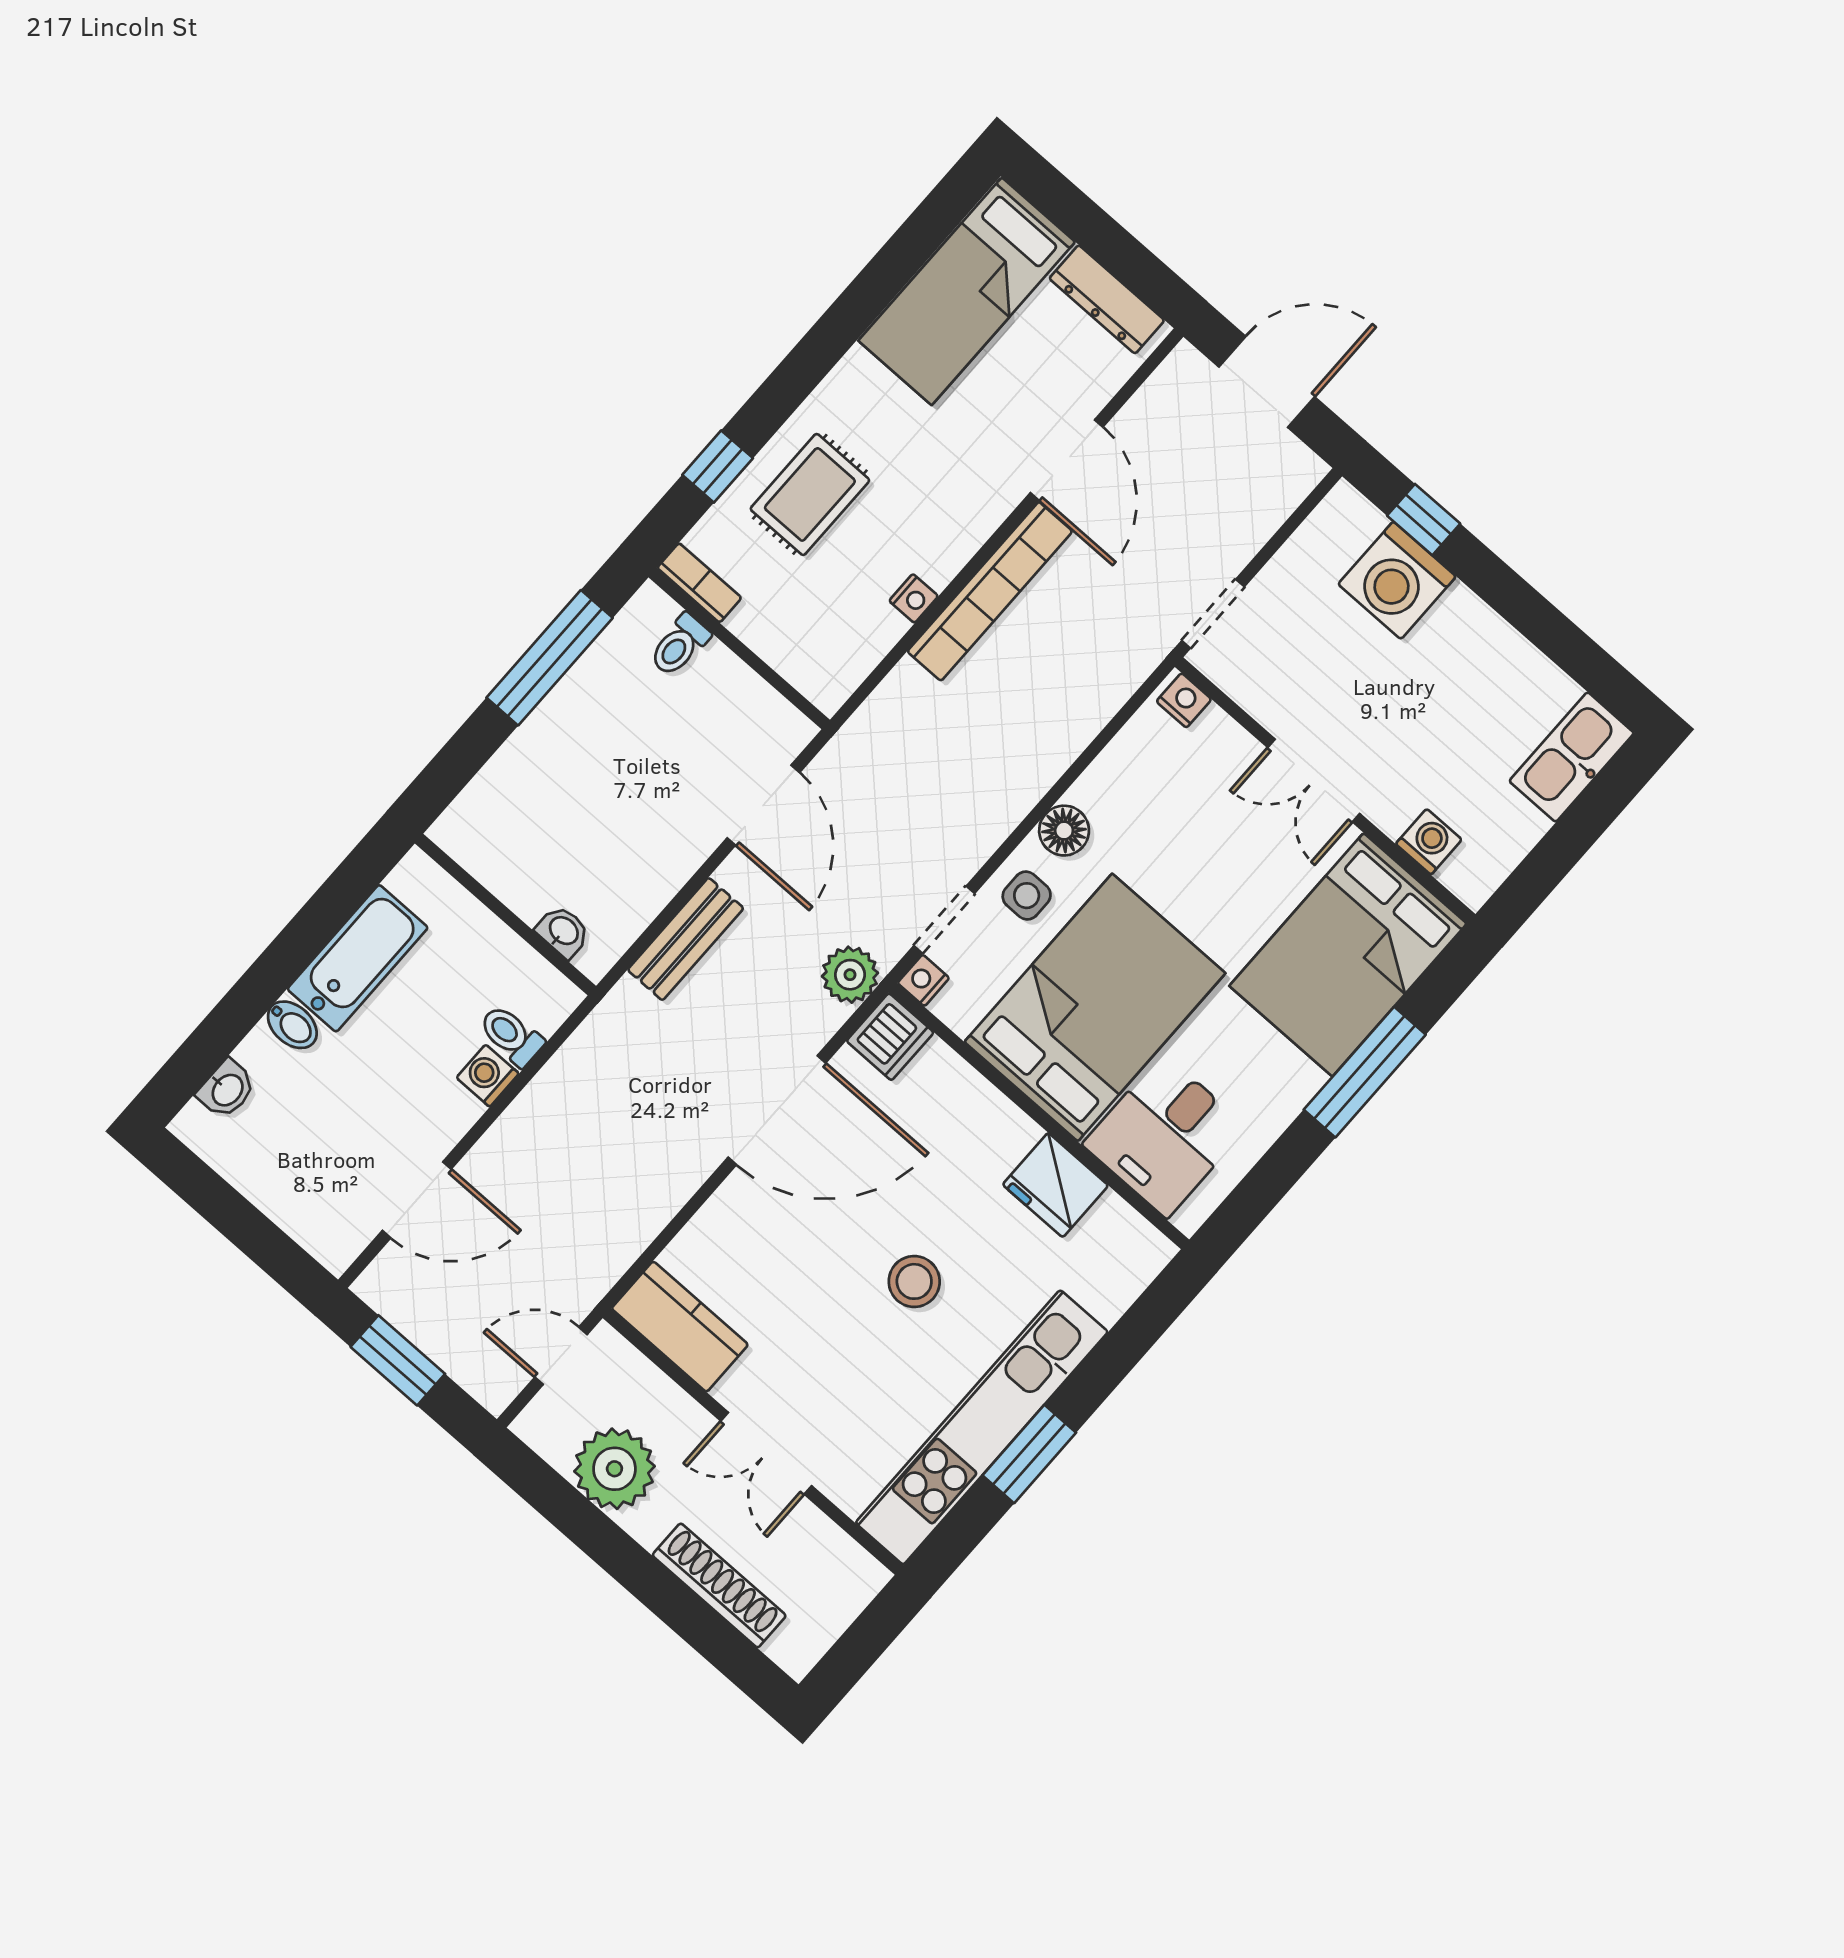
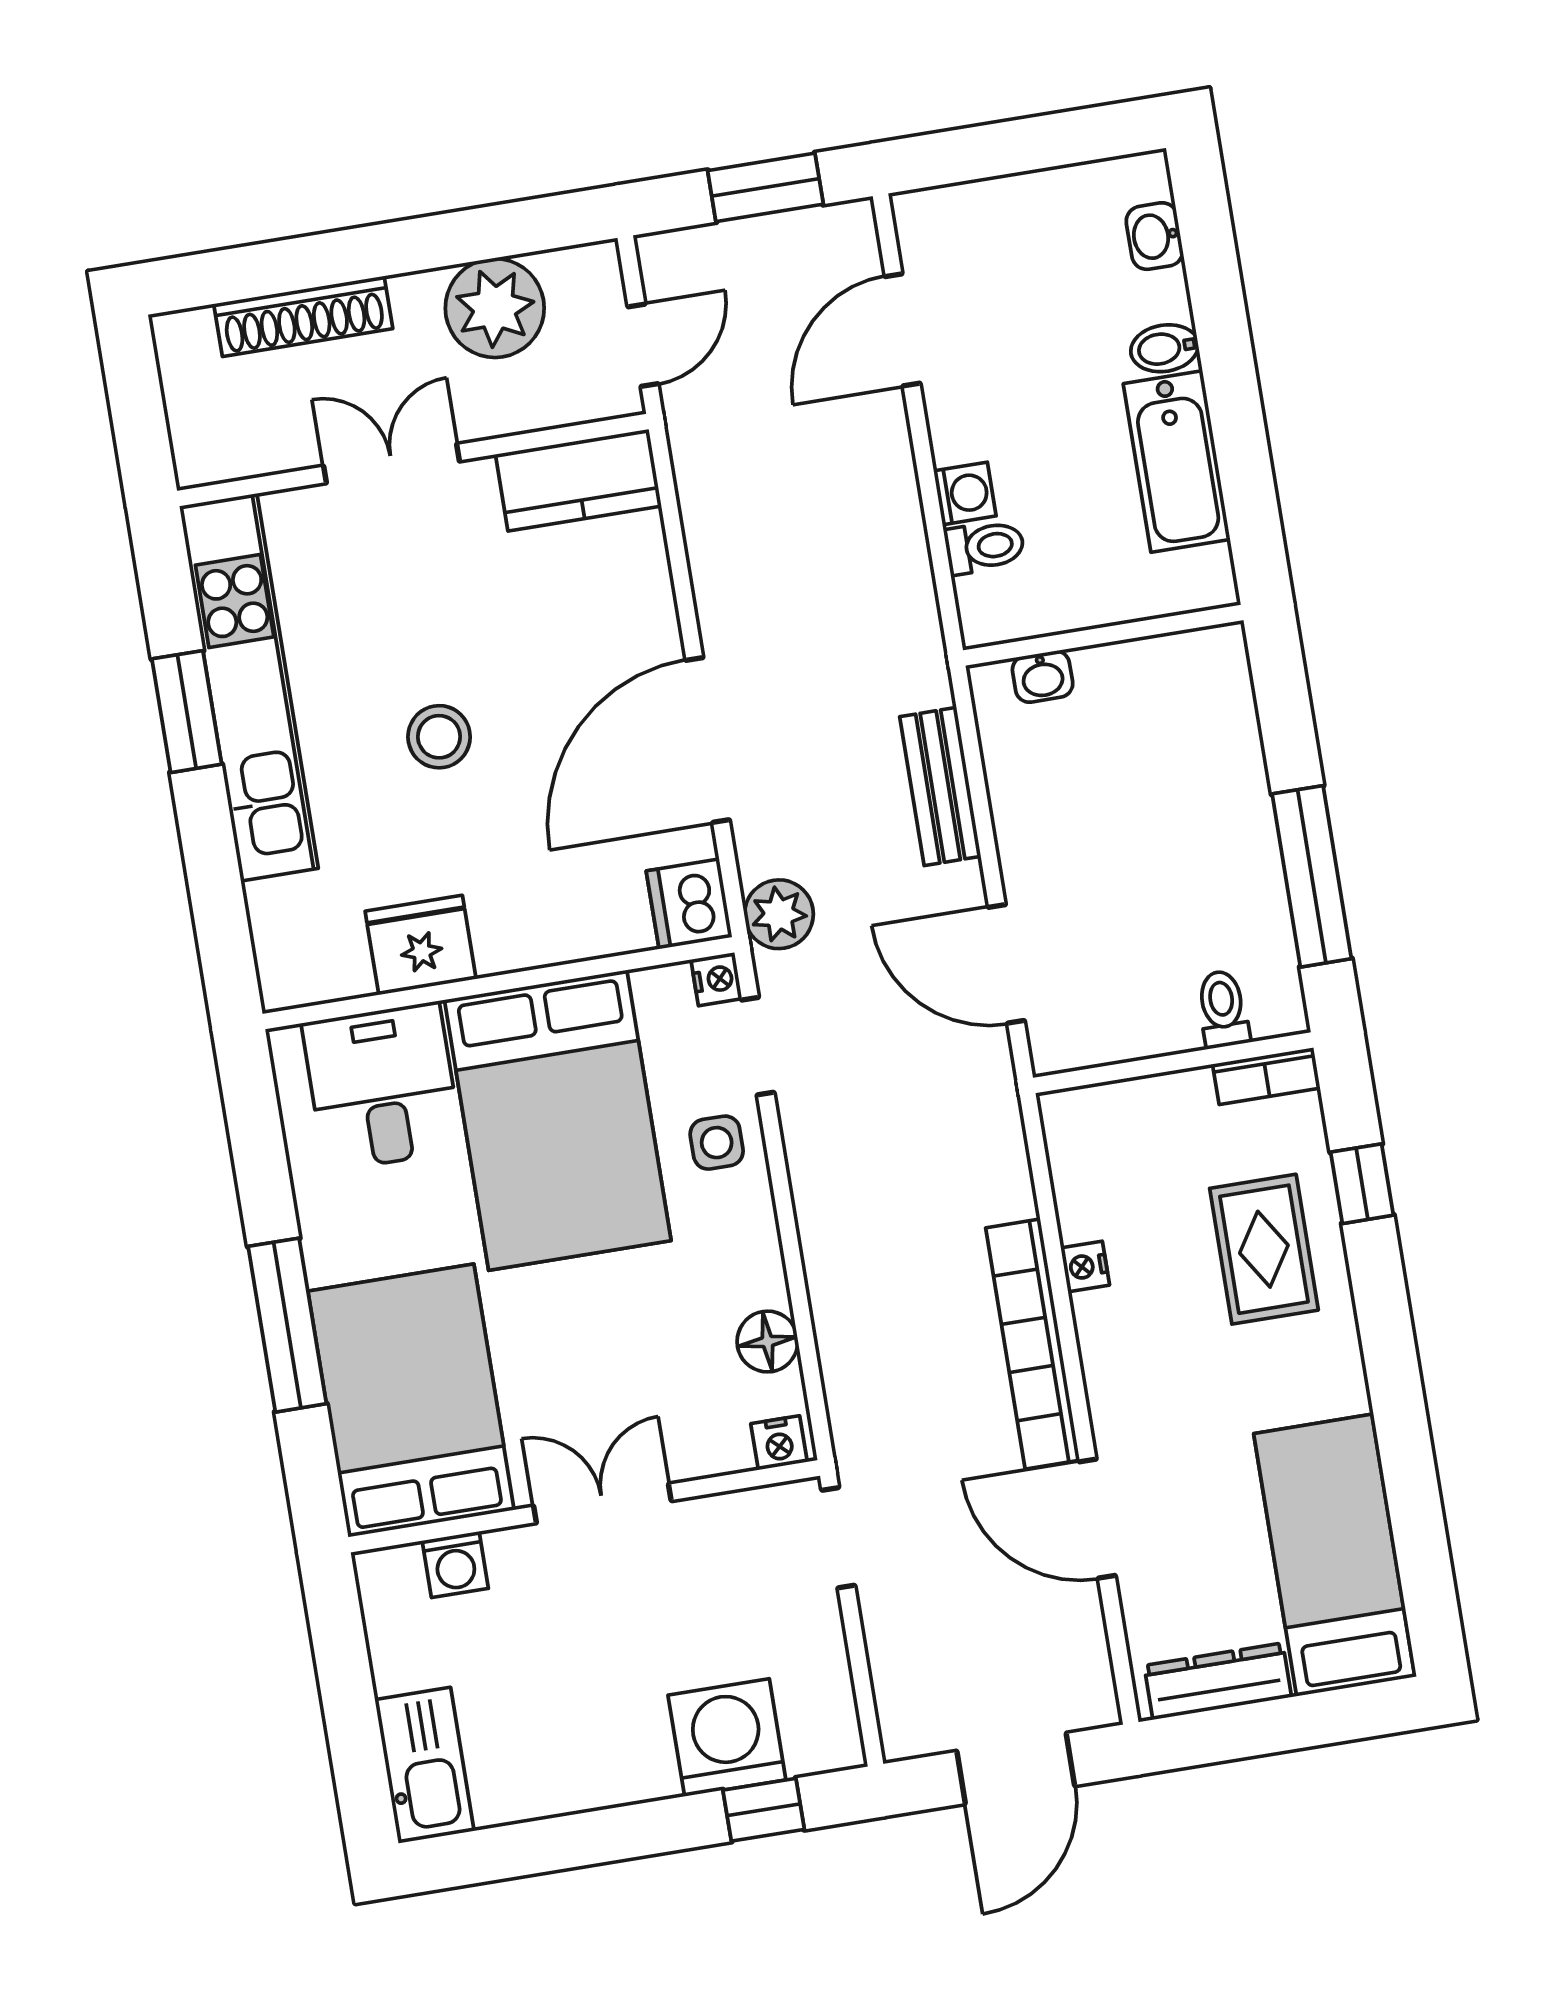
floor lamp: (1064, 831) -> (767, 1342), moved

